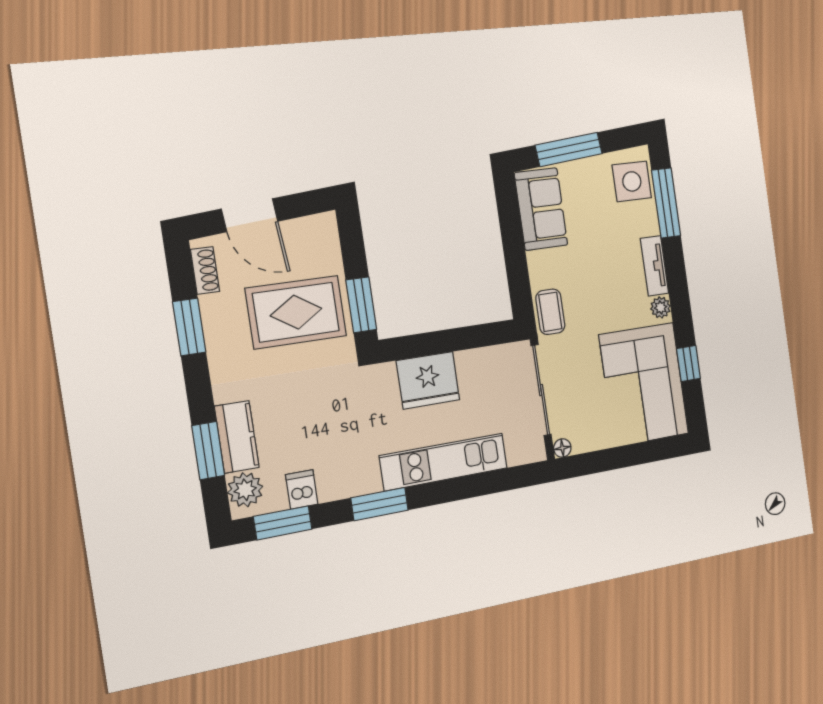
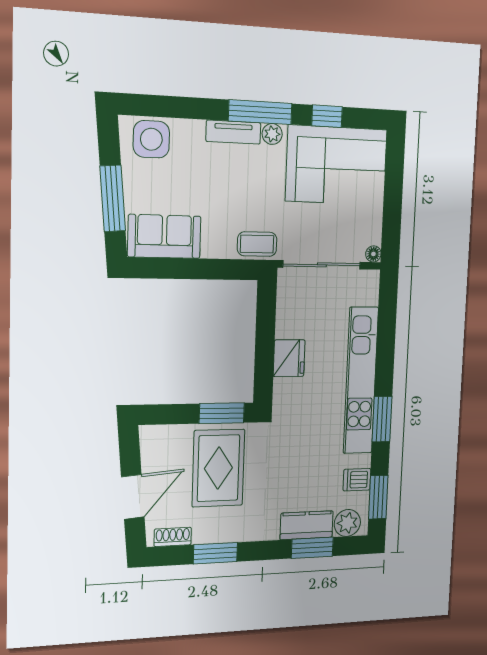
window: (666, 203) -> (260, 112), moved
fridge: (428, 380) -> (289, 358), width x0.73, depth x0.75
kitchen unit: (444, 462) -> (361, 380), width x1.36

